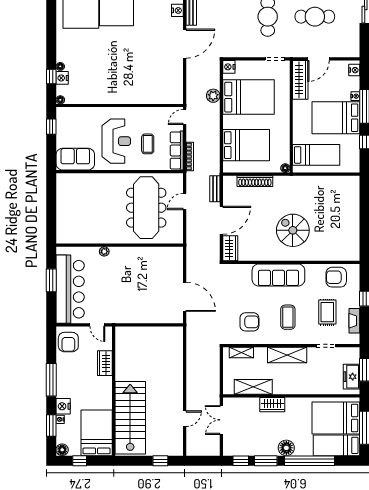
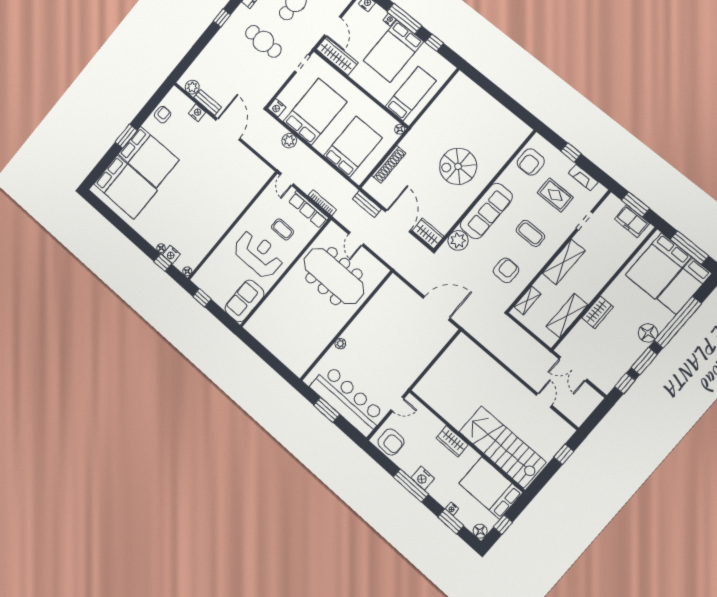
plant: (242, 273) -> (458, 240), added
wardrobe: (105, 363) -> (452, 441), moved
nightstand: (63, 406) -> (423, 478), moved

